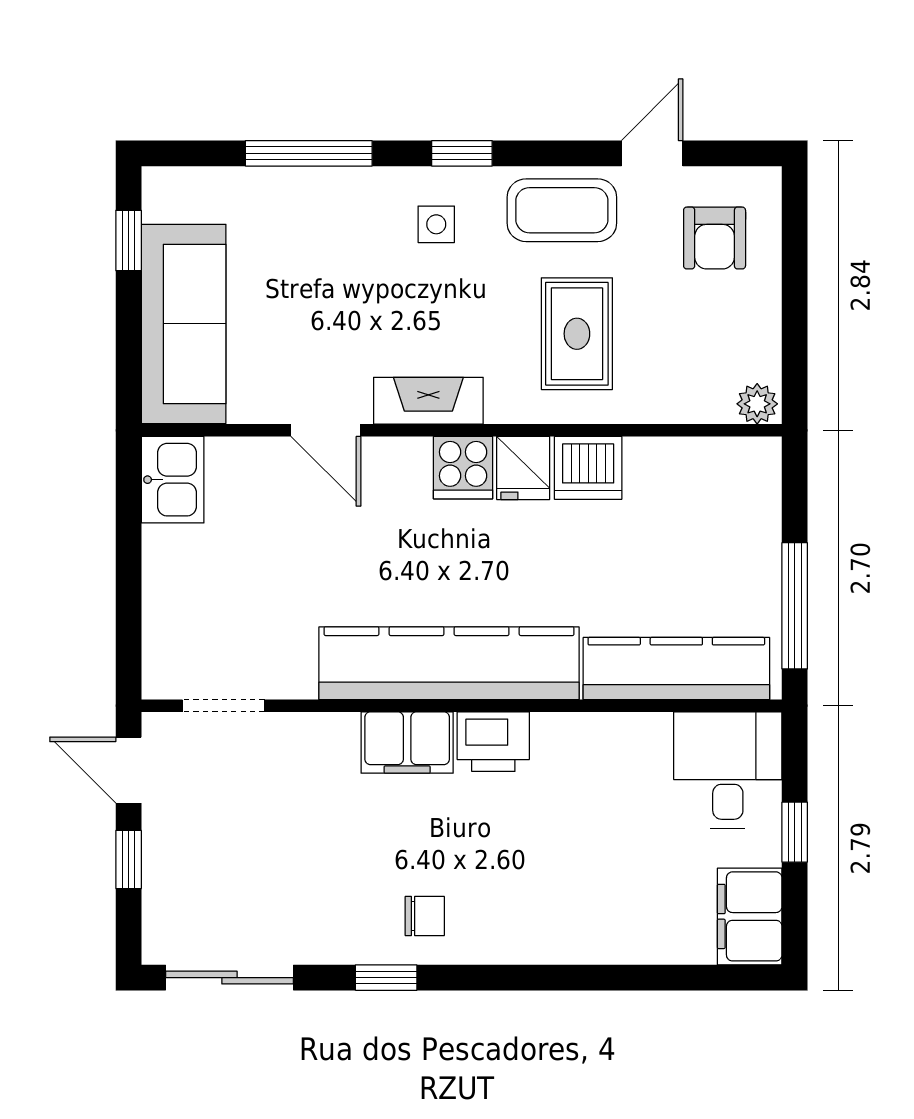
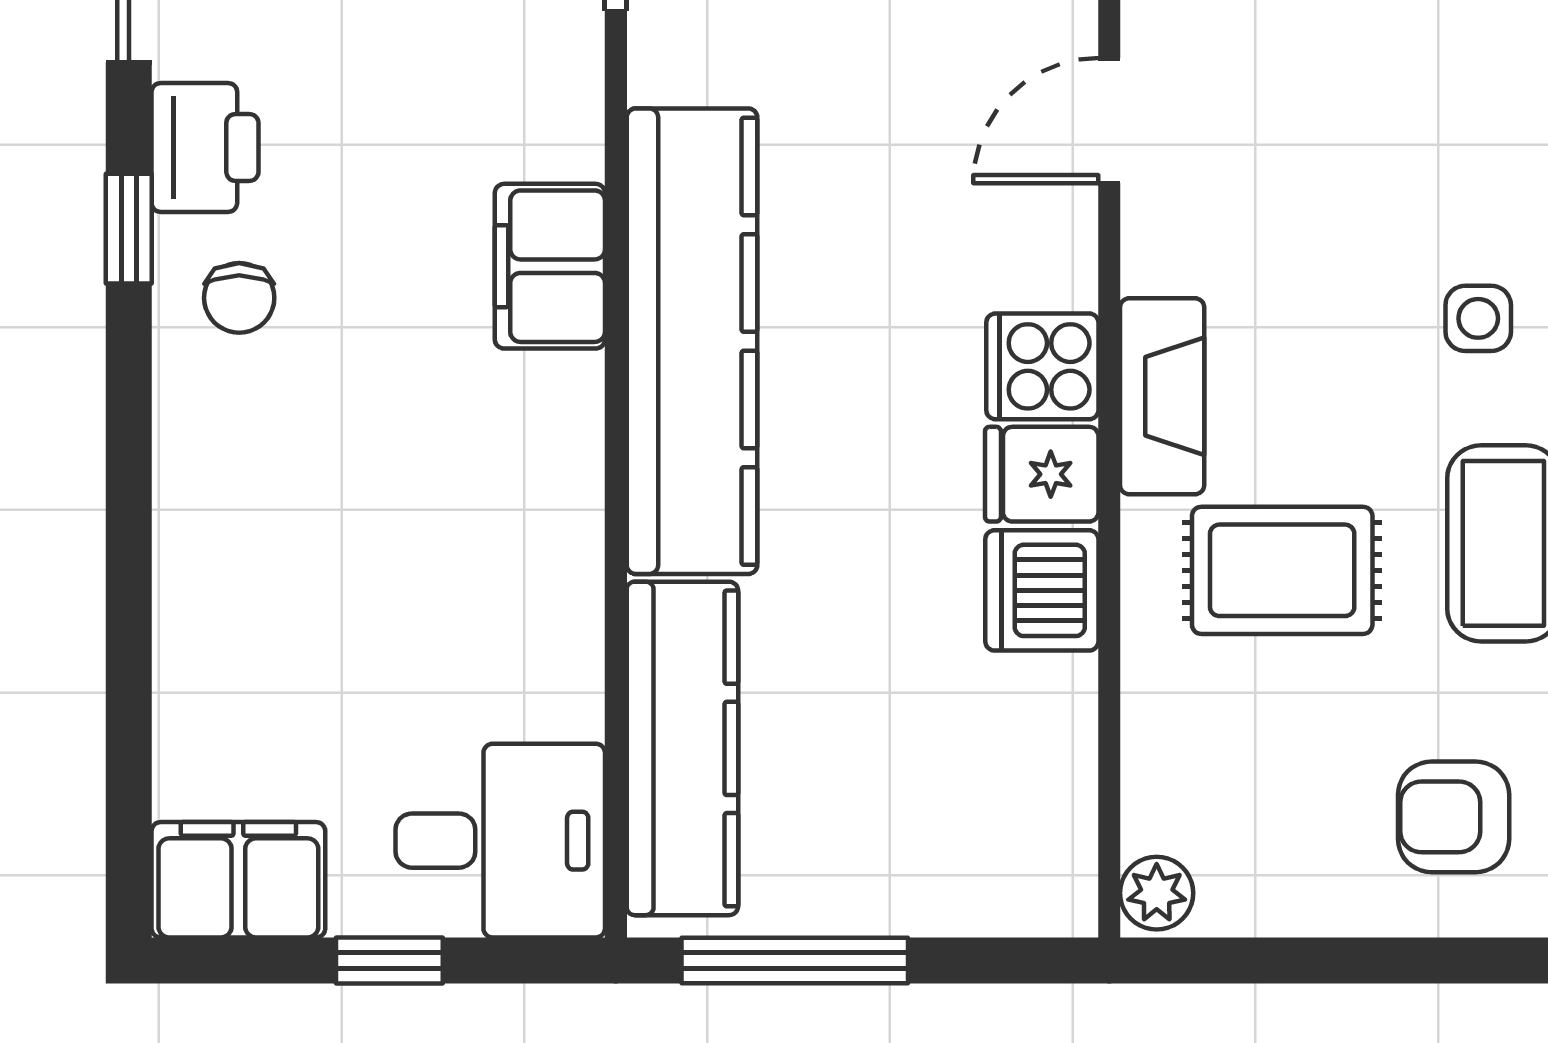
fireplace: (428, 401) -> (1162, 396), moved
printer: (493, 742) -> (205, 147), moved, turned 180

